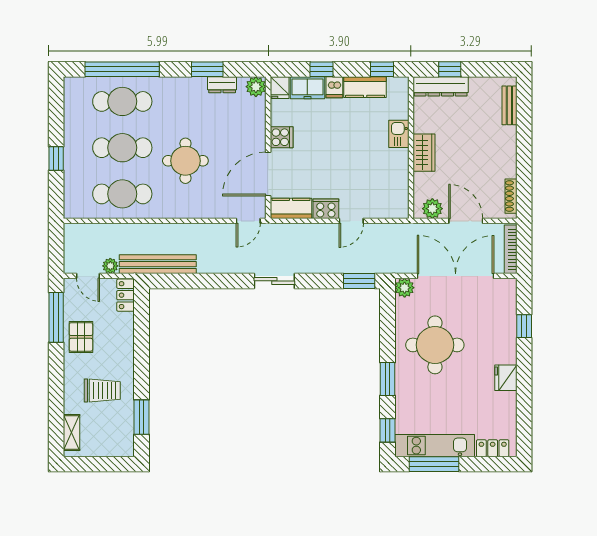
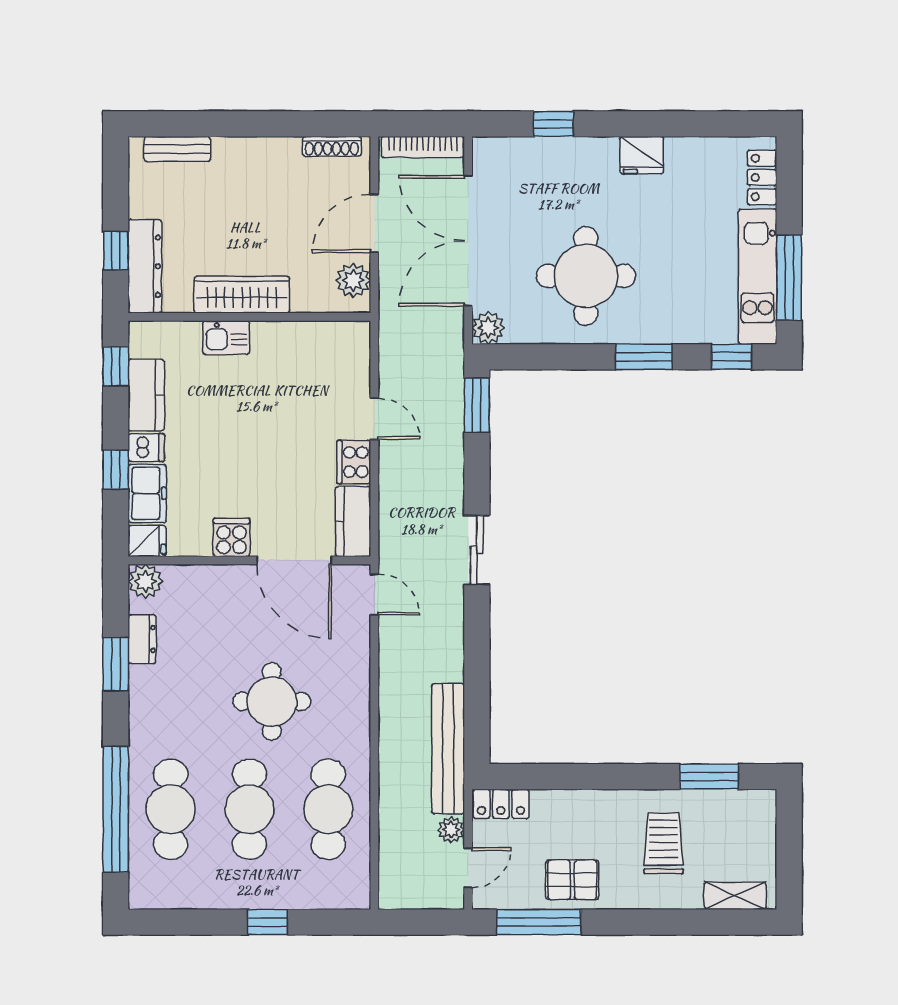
wardrobe: (424, 153) -> (242, 295), width x1.50

